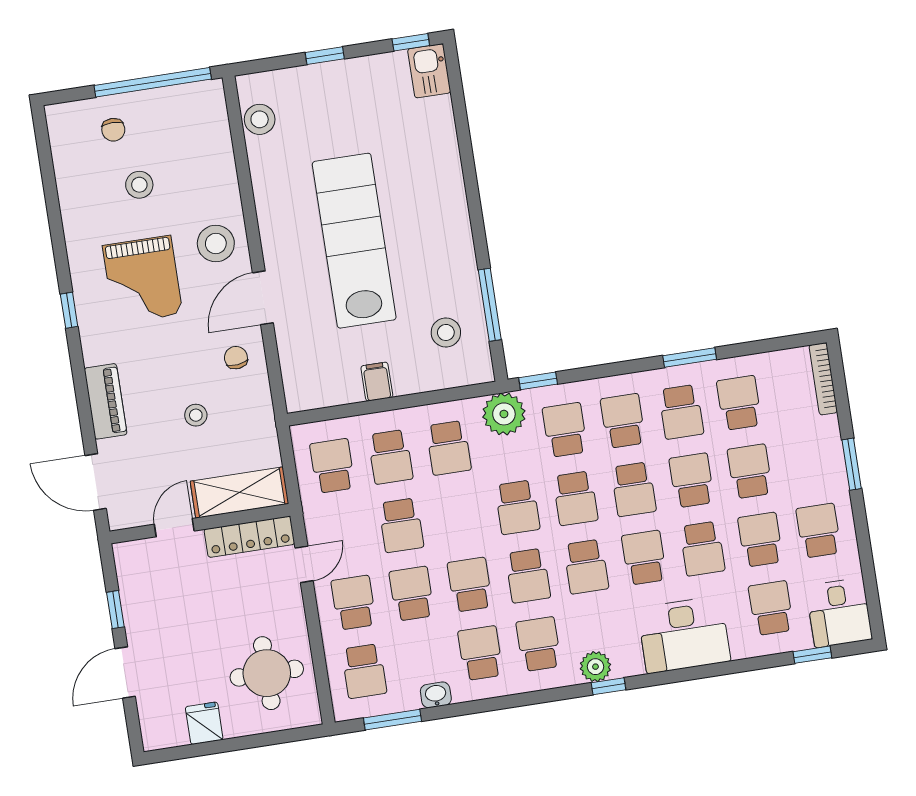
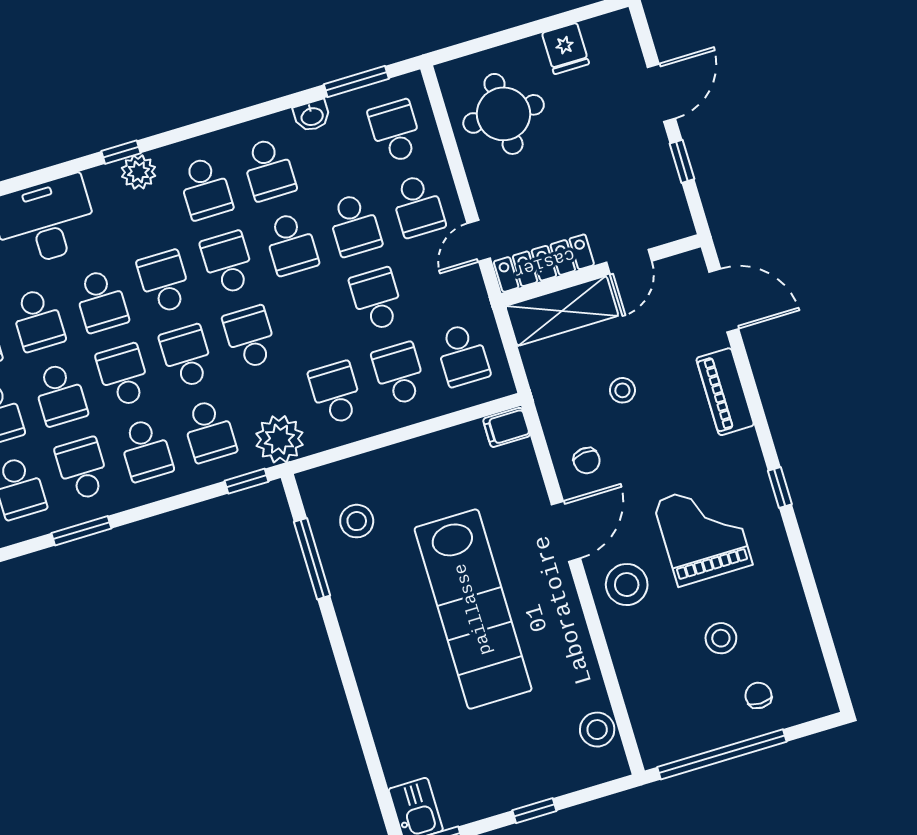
filing cabinet: (377, 382) -> (507, 427), moved, turned 90
school desk: (702, 549) -> (38, 320), turned 180

